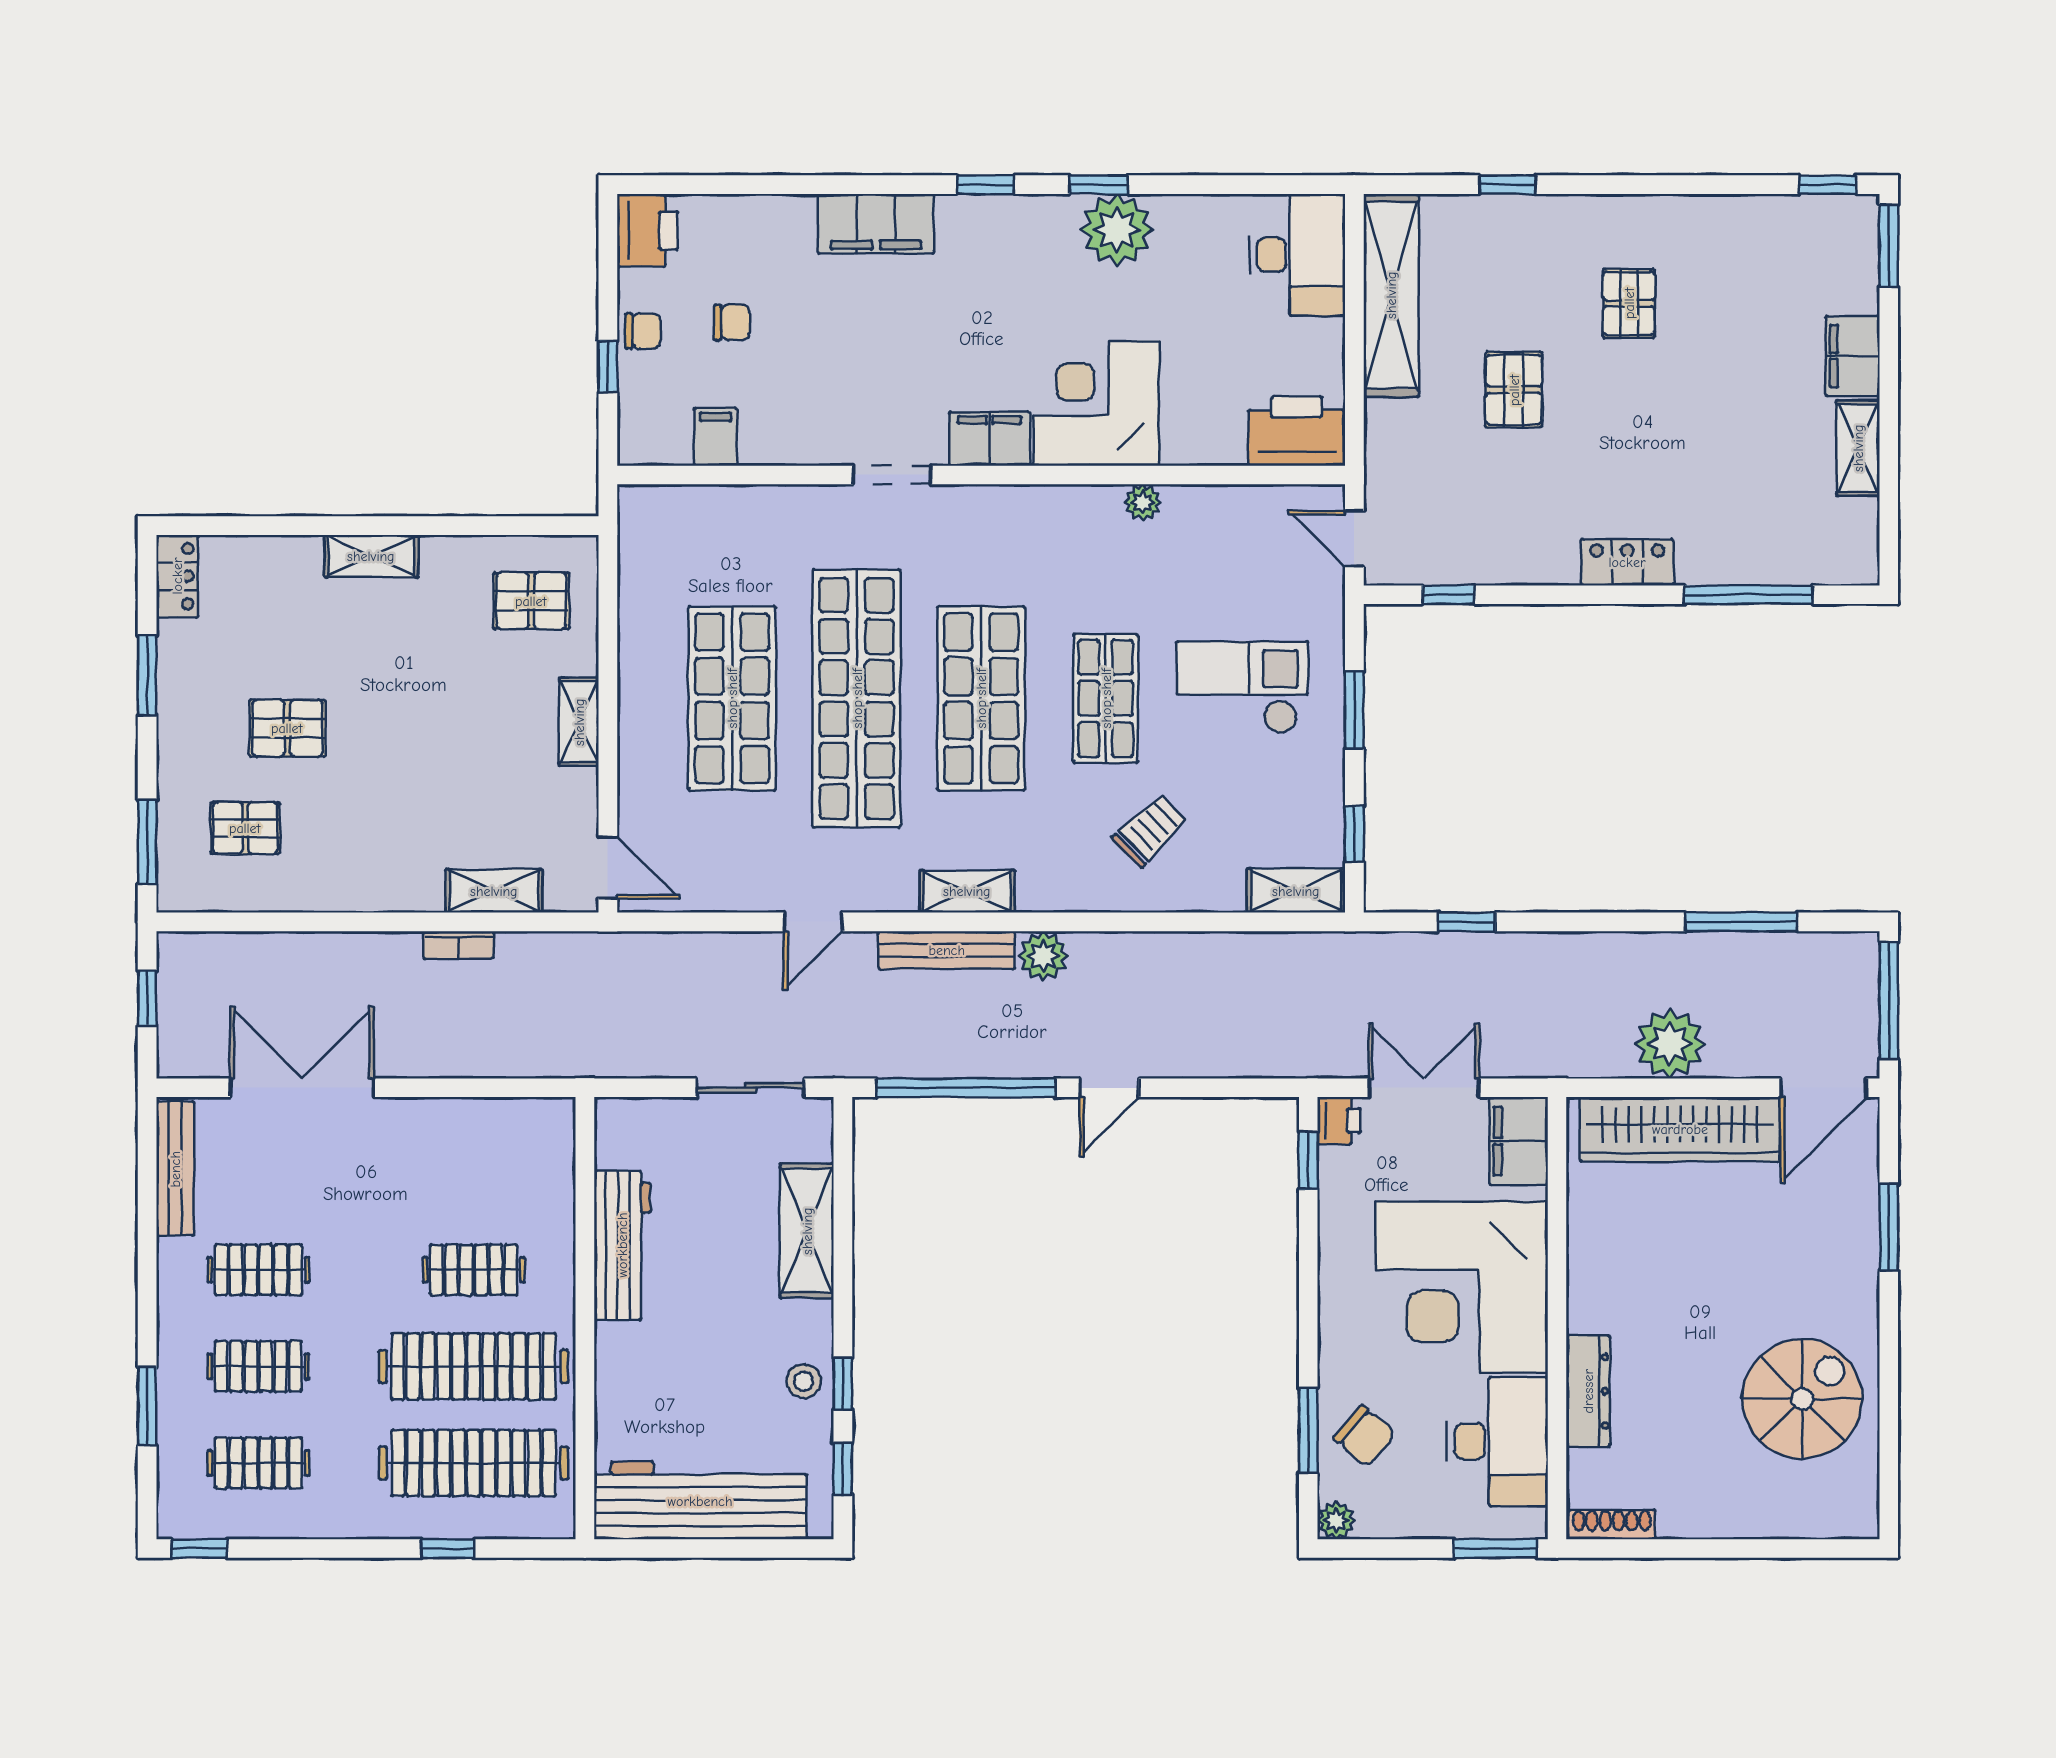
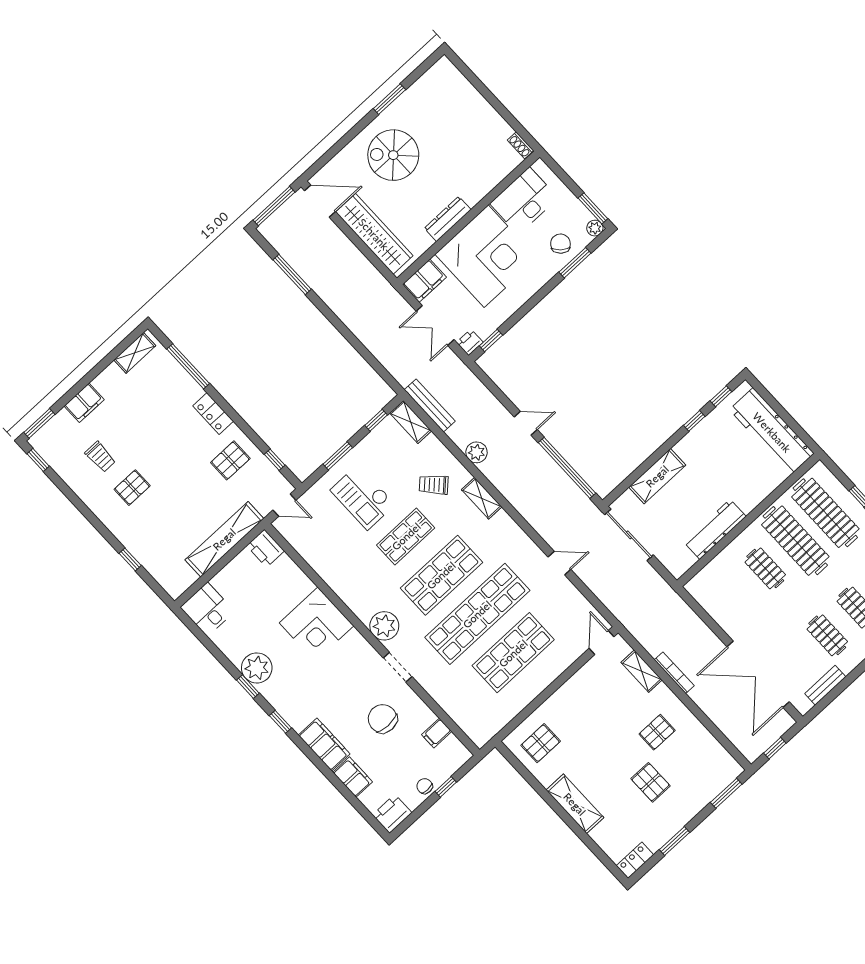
desk: (1297, 255) -> (207, 609), width x0.73
shelving: (1391, 295) -> (224, 539), moved
trolley: (1733, 297) -> (100, 457), added
chair: (732, 323) -> (383, 719), moved, width x1.87, depth x1.87
pallet: (1514, 390) -> (230, 460), moved
printer: (1297, 431) -> (265, 548), width x0.73, depth x0.84
filing cabinet: (990, 439) -> (353, 777), moved, turned 180
shelving: (1858, 448) -> (135, 353), moved
plant: (1143, 502) -> (384, 626), moved, width x1.87, depth x1.87
door: (1354, 539) -> (284, 505), hinge flipped
shelving: (371, 556) -> (575, 804), width x1.50, depth x1.33
pallet: (531, 601) -> (541, 743), turned 90
shelving: (579, 722) -> (565, 693), removed
pallet: (245, 828) -> (657, 732), moved, turned 90
shelving: (967, 891) -> (482, 498), moved
window: (1467, 922) -> (371, 360), removed
bookcase: (459, 945) -> (674, 673), width x1.56
bench: (947, 950) -> (430, 405), moved
plant: (1043, 956) -> (477, 452), moved
plant: (1670, 1044) -> (351, 262), removed
double door: (302, 1088) -> (758, 674), width x1.36
sliding door: (750, 1088) -> (629, 535), width x1.37
bench: (175, 1169) -> (825, 685), width x0.73
window: (1889, 1227) -> (389, 99), moved
stool: (804, 1381) -> (705, 434), removed
dresser: (1588, 1391) -> (448, 219), moved
spiral stairs: (1802, 1399) -> (393, 155), moved
shoe rack: (1612, 1525) -> (521, 145), width x0.70
window: (1495, 1548) -> (593, 208), moved

